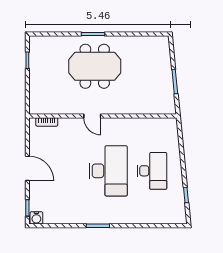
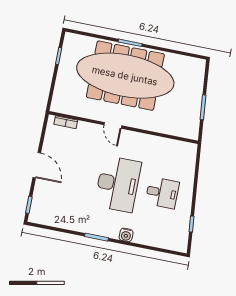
meeting table: (95, 66) -> (125, 76), width x1.86, depth x1.27
desk: (152, 171) -> (162, 193), width x0.73
water cooler: (36, 218) -> (126, 235), moved

